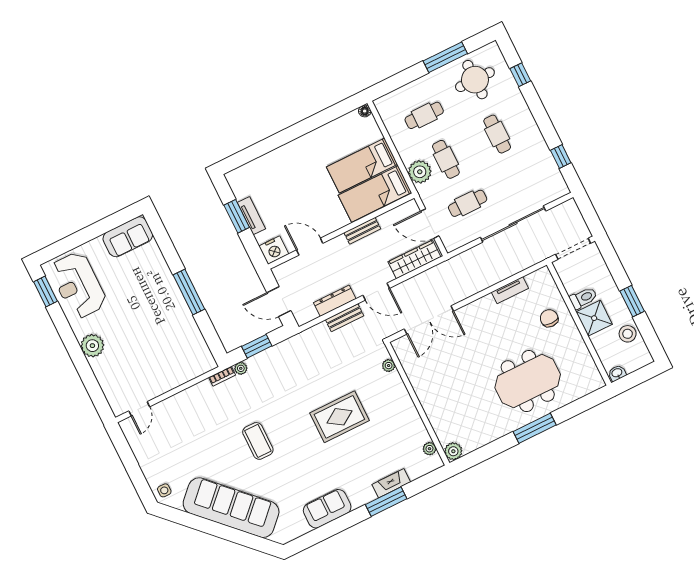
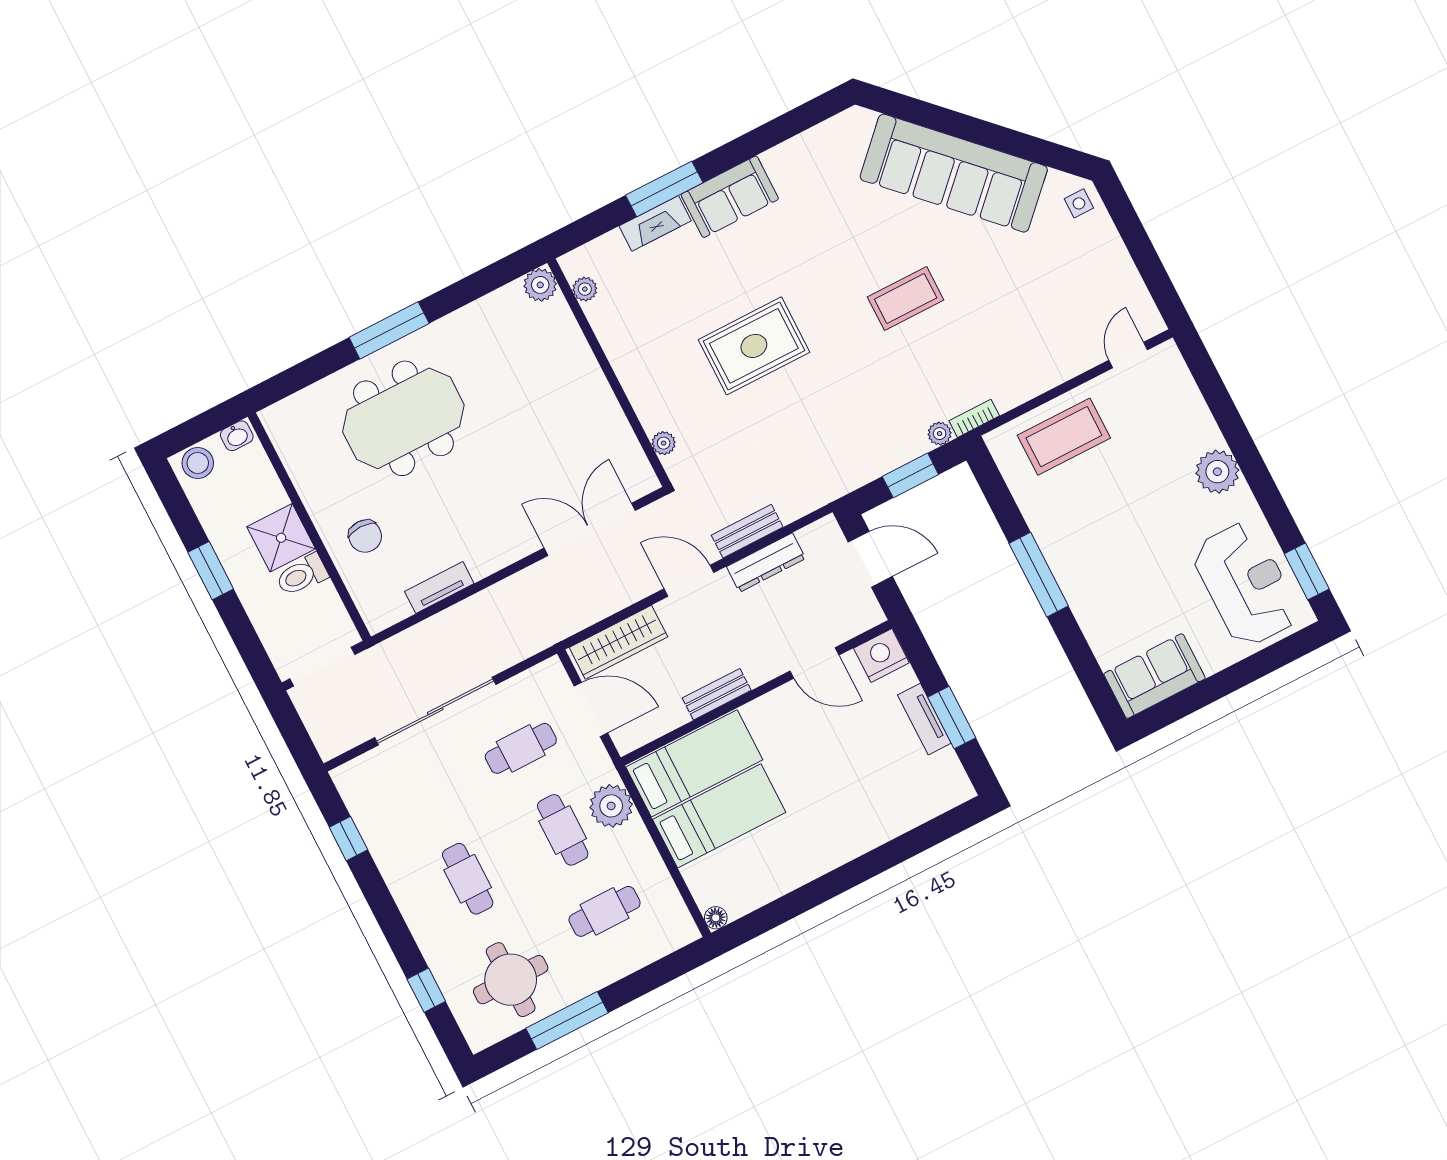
stool: (628, 334) -> (198, 463), moved
coffee table: (174, 366) -> (1064, 437), added
coffee table: (258, 441) -> (906, 298), turned 90
sofa: (327, 509) -> (730, 197), moved

